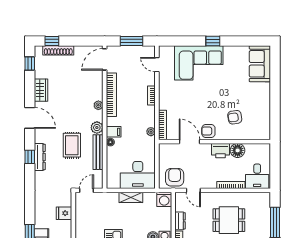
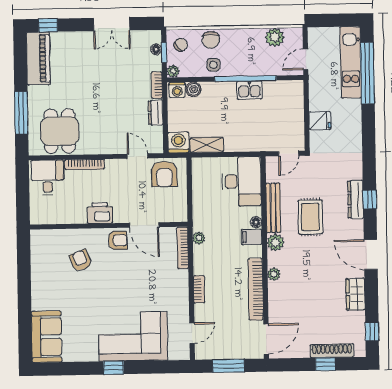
window: (52, 41) -> (325, 364), moved
door: (157, 65) -> (192, 333), hinge flipped
armchair: (235, 117) -> (81, 261), turned -103
floor lamp: (238, 150) -> (76, 214), removed
desk: (138, 175) -> (242, 181), moved, turned 90
shelving: (131, 197) -> (207, 145), moved
dining table: (229, 220) -> (60, 131), moved, turned 90

